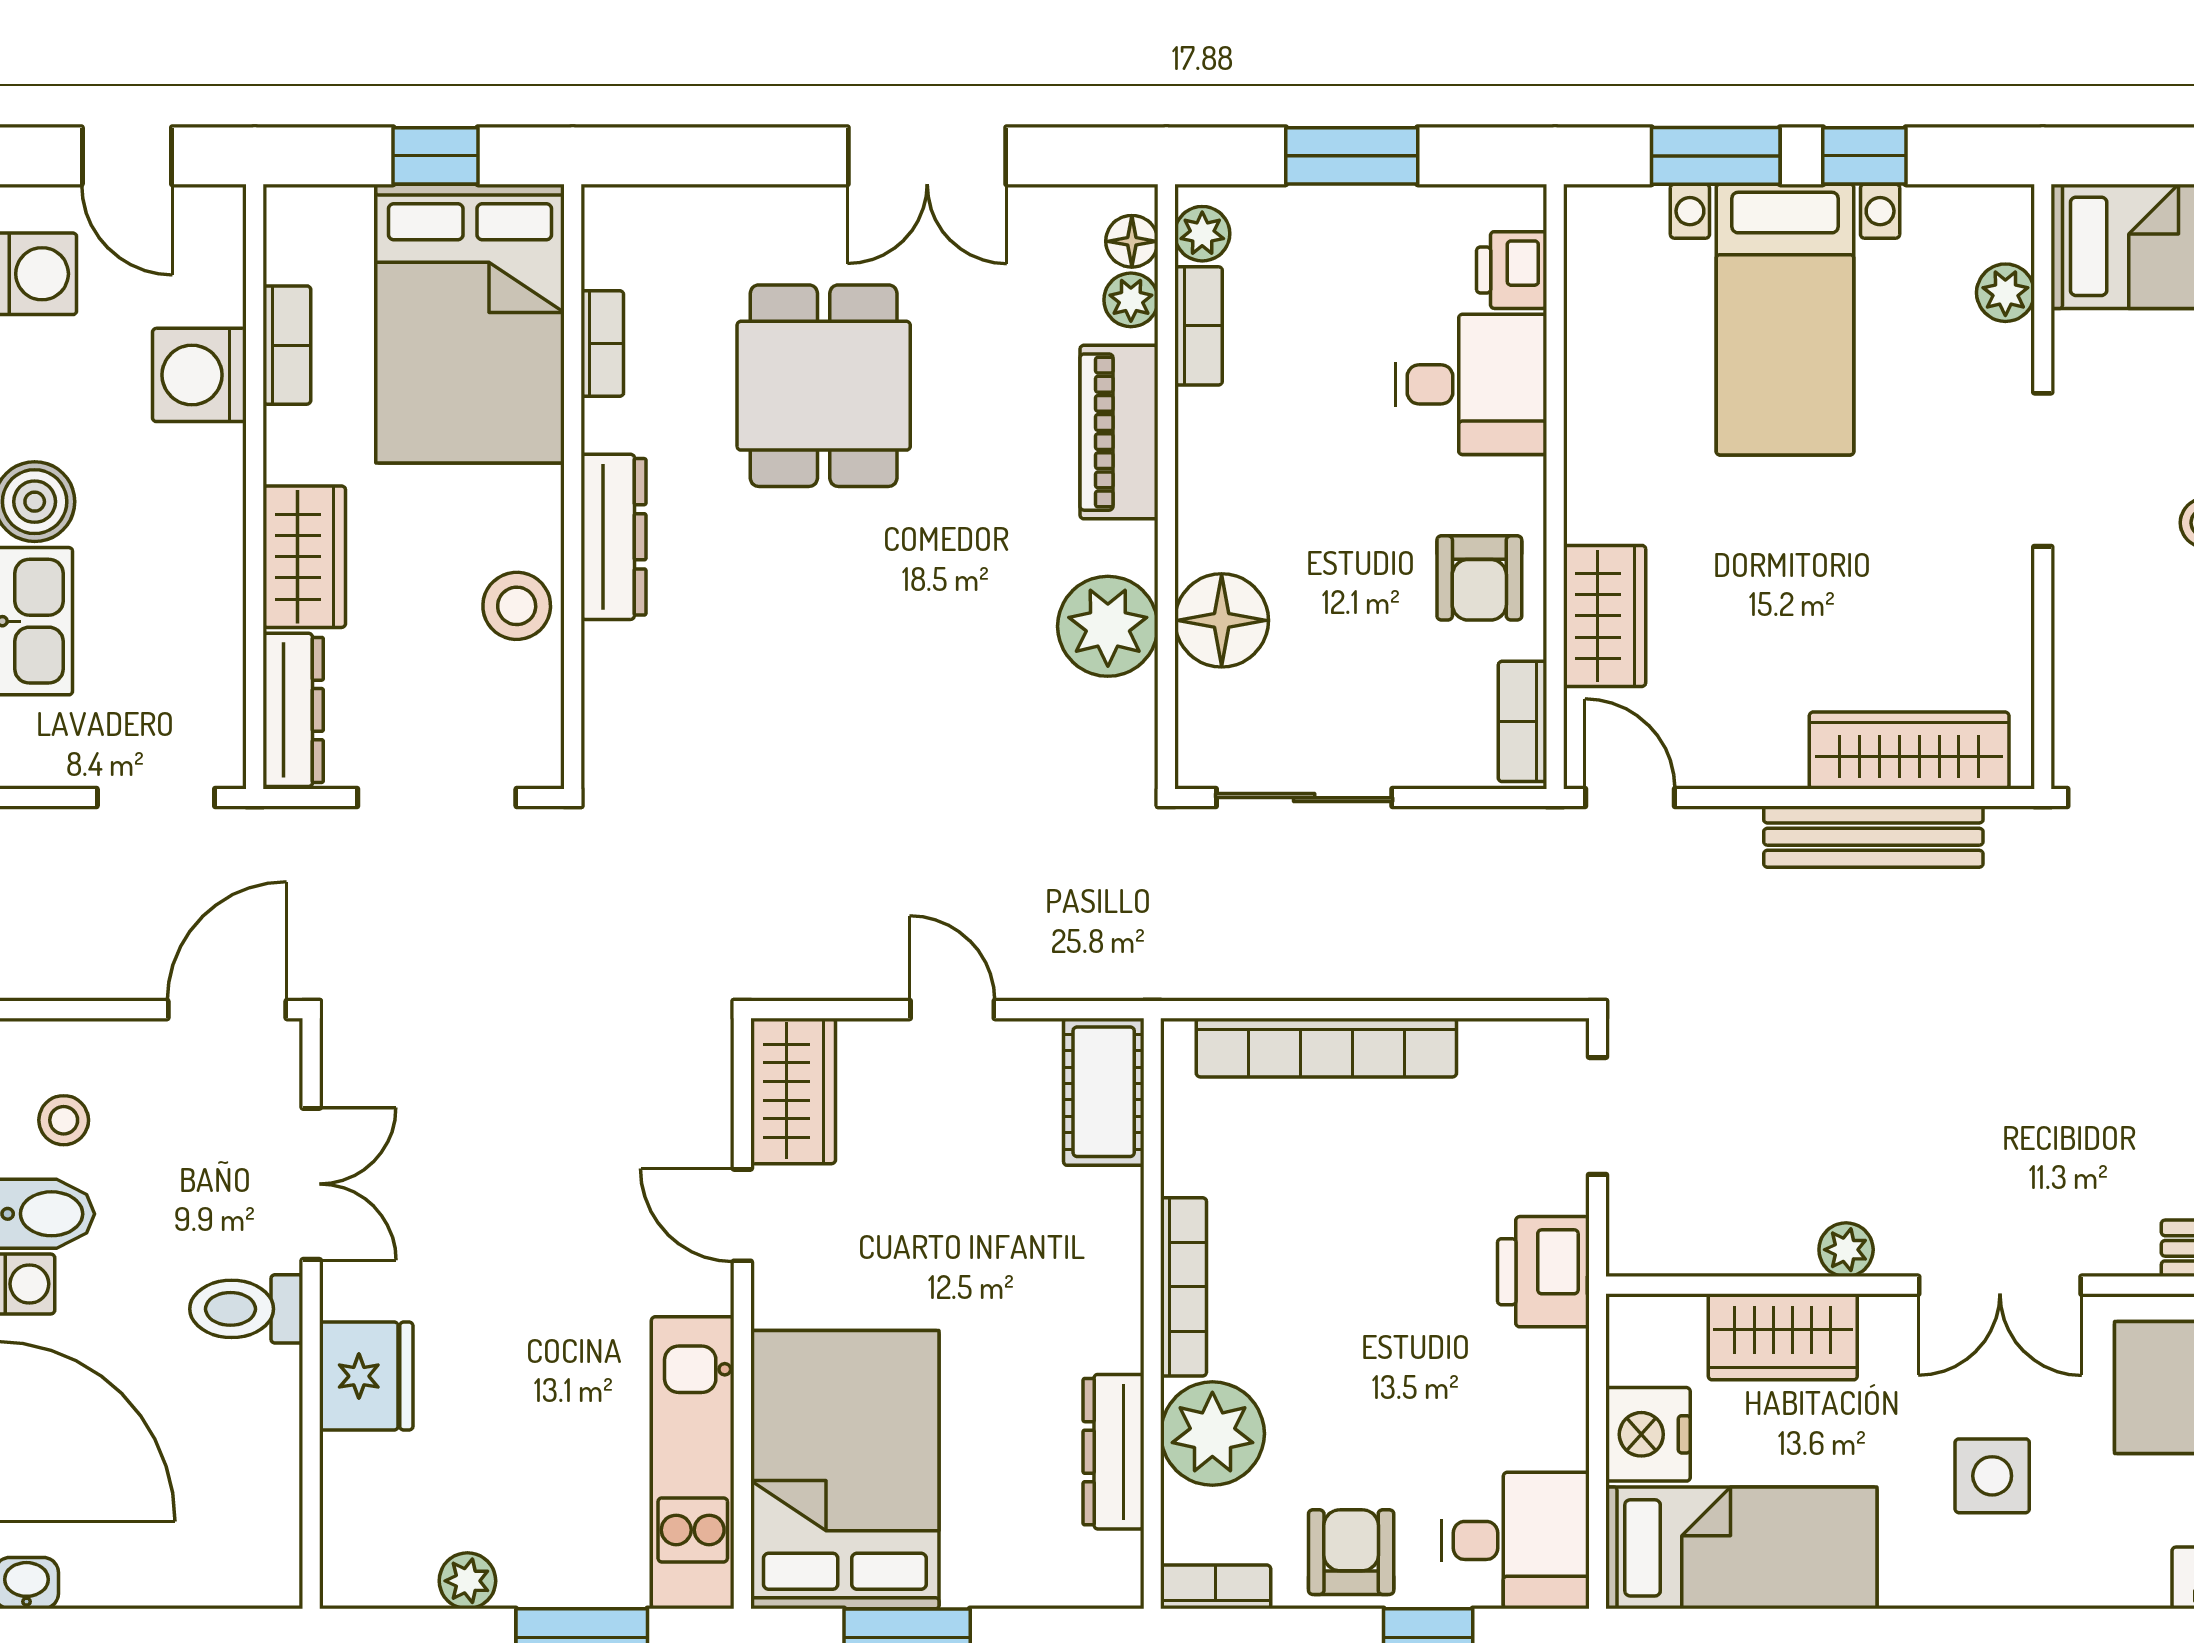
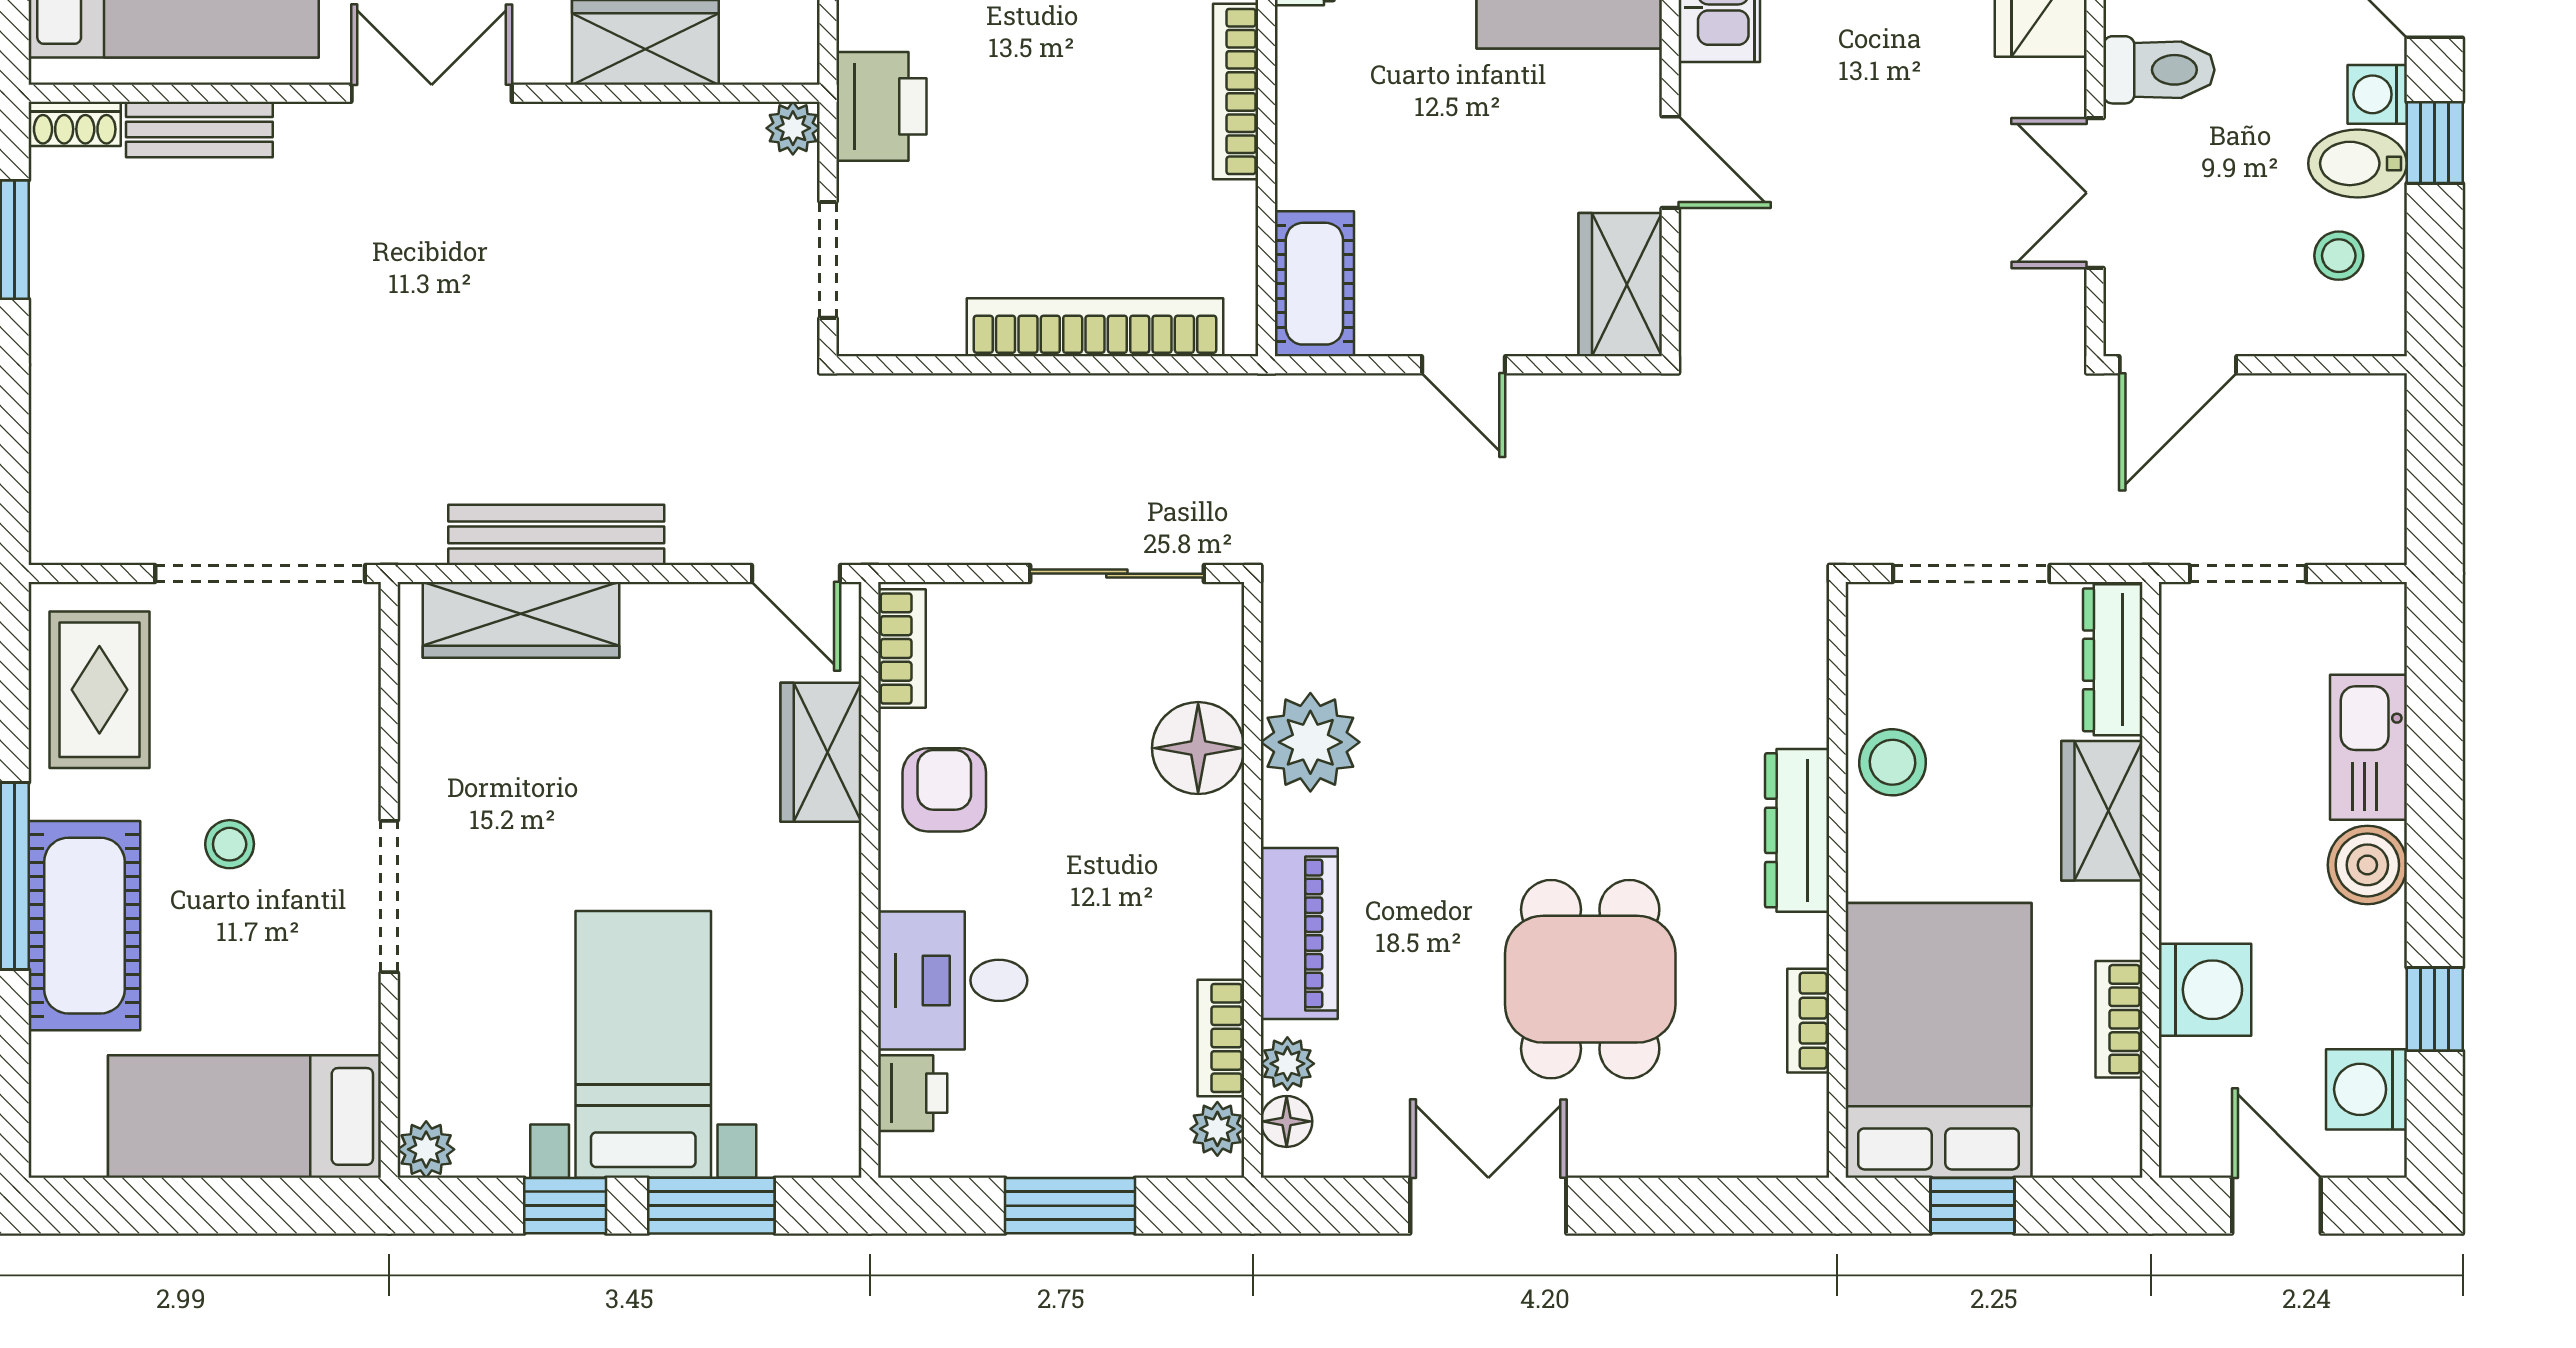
plant: (2005, 293) -> (426, 1149), moved
plant: (1846, 1250) -> (793, 128), moved

